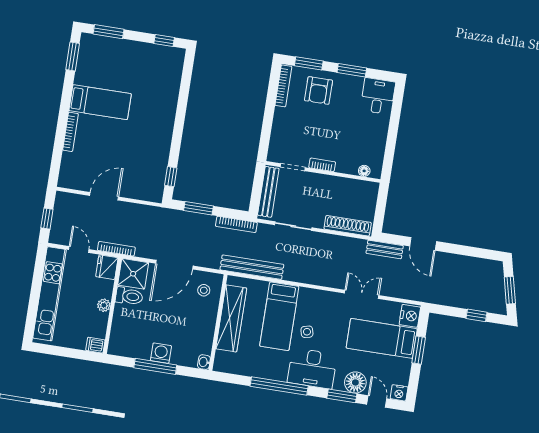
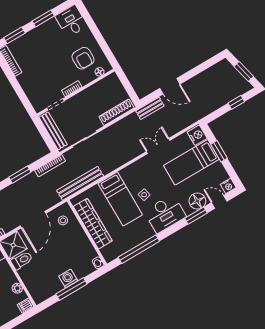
armchair: (319, 90) -> (83, 58), moved
plant: (104, 305) -> (17, 288), moved
window: (279, 386) -> (139, 249), moved

